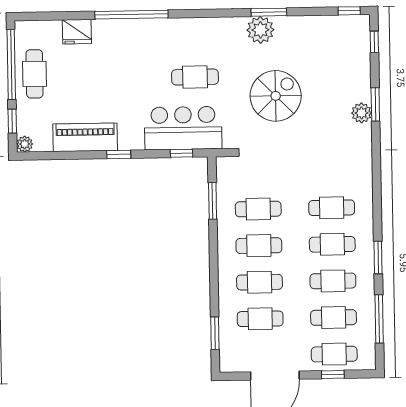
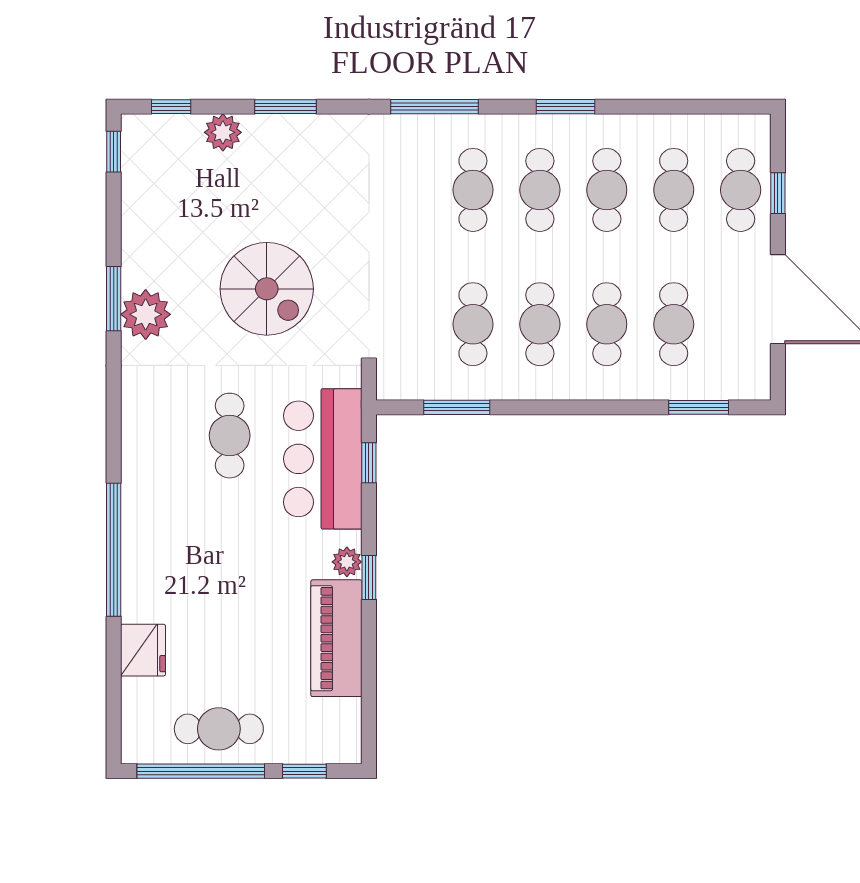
spiral stairs: (276, 96) -> (267, 289), turned 180
plant: (361, 113) -> (223, 132), moved
plant: (25, 144) -> (347, 562), moved
window: (379, 319) -> (435, 107), moved

